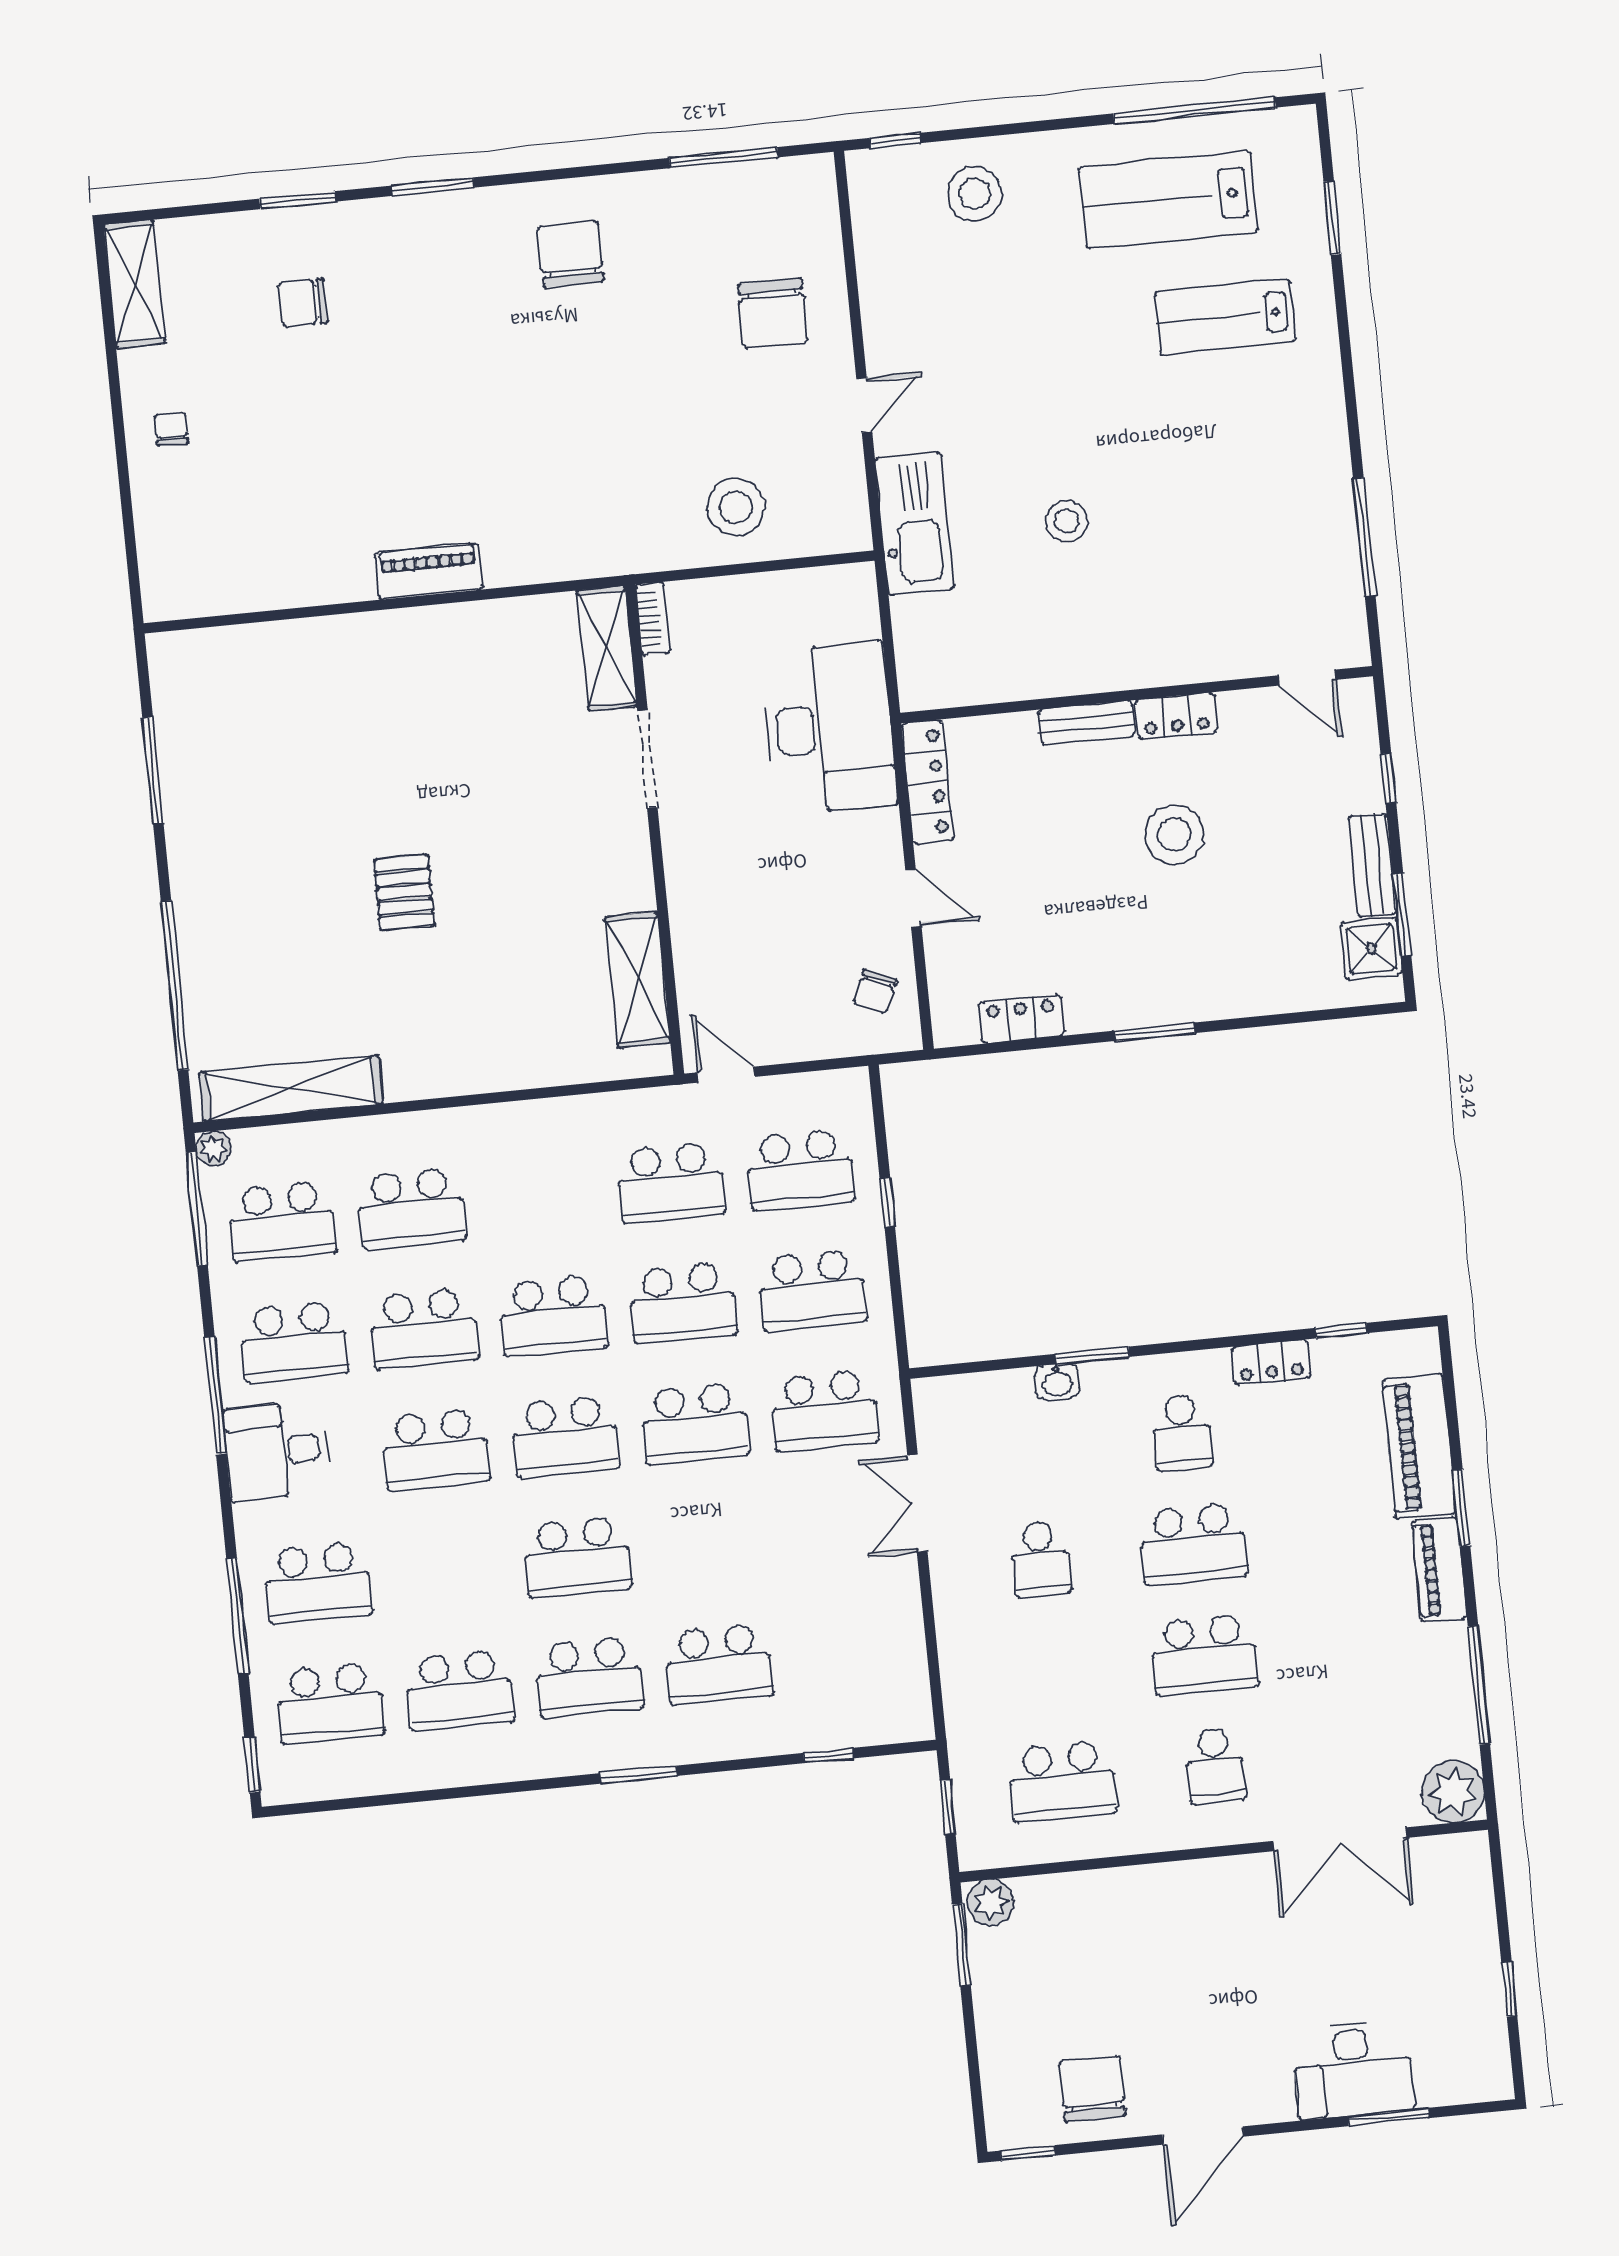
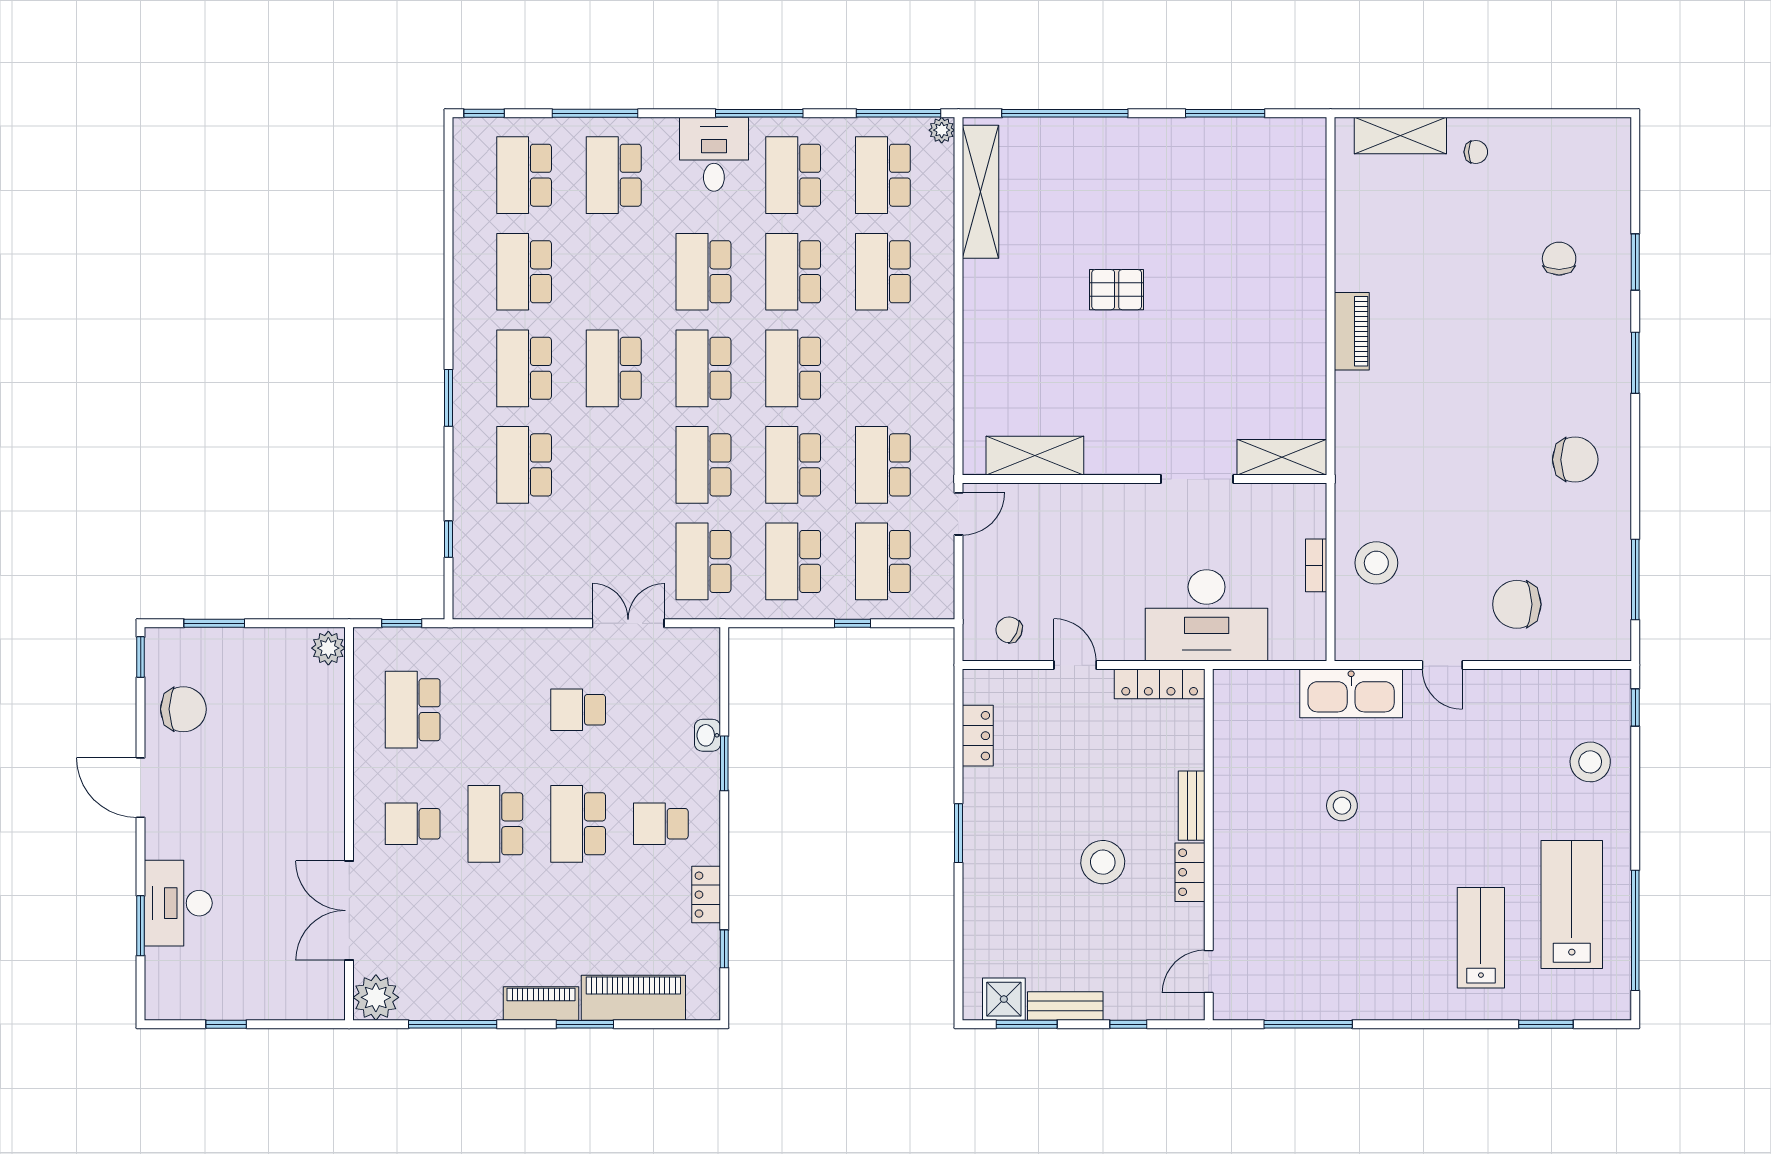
shelving: (135, 284) -> (1400, 136), moved
bookcase: (653, 619) -> (1316, 565), moved, turned 90
door: (913, 898) -> (1075, 665), swing flipped
window: (961, 1945) -> (214, 623), moved

